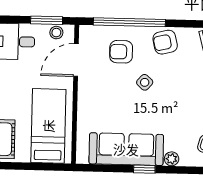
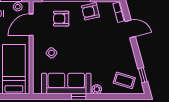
side table: (145, 82) -> (51, 53), moved

